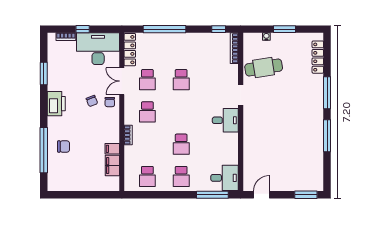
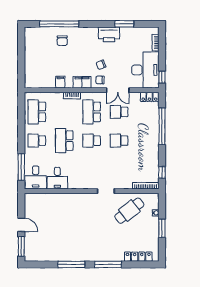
window: (83, 29) -> (162, 77), moved
locker: (130, 50) -> (149, 97), width x0.66
cafe table: (264, 67) -> (129, 211), turned 61
double door: (122, 81) -> (118, 90), swing flipped
printer: (56, 104) -> (109, 34), moved
school desk: (147, 112) -> (92, 112), width x1.85
school desk: (181, 112) -> (92, 141), added
desk: (225, 120) -> (57, 178), moved
school desk: (181, 144) -> (64, 141), width x1.85
filing cabinet: (112, 166) -> (82, 82), moved
school desk: (147, 176) -> (37, 112), width x1.85
door: (262, 195) -> (21, 225), moved

